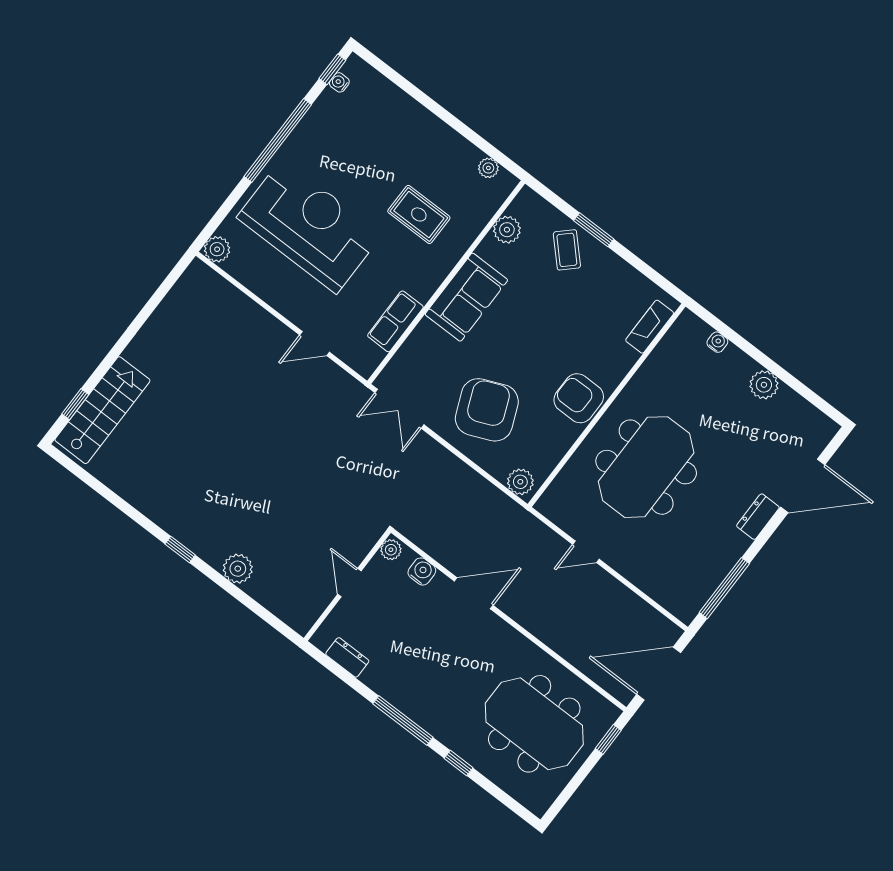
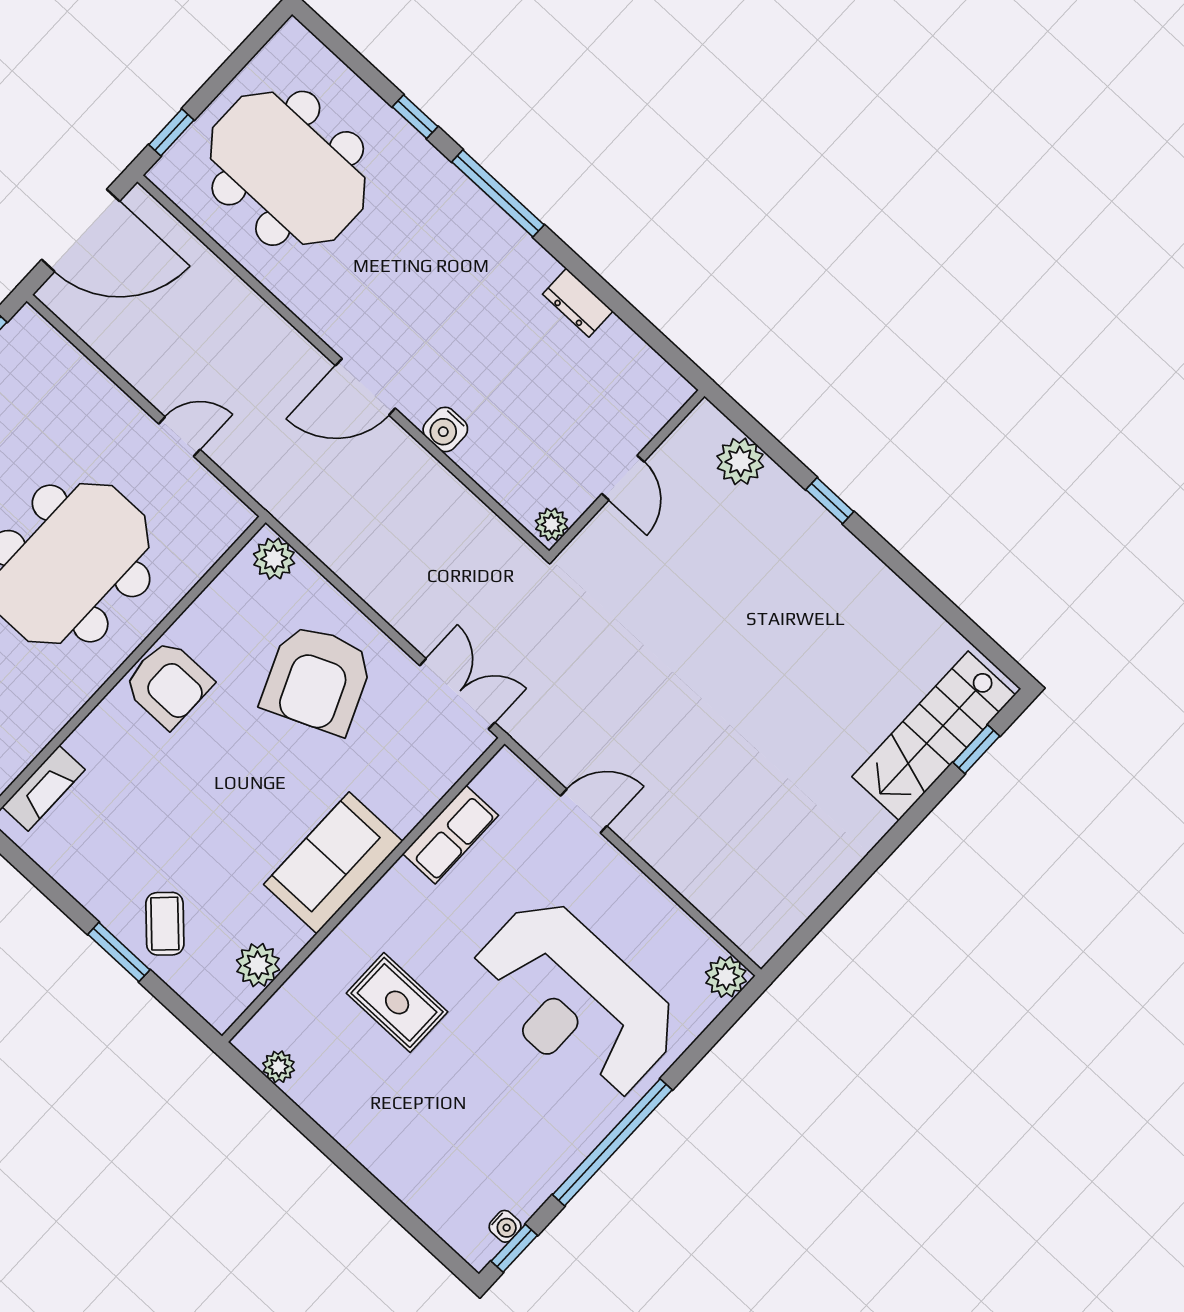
plant: (391, 550) -> (552, 524), moved
door: (349, 583) -> (623, 478), moved
wall: (347, 585) -> (627, 474), moved

